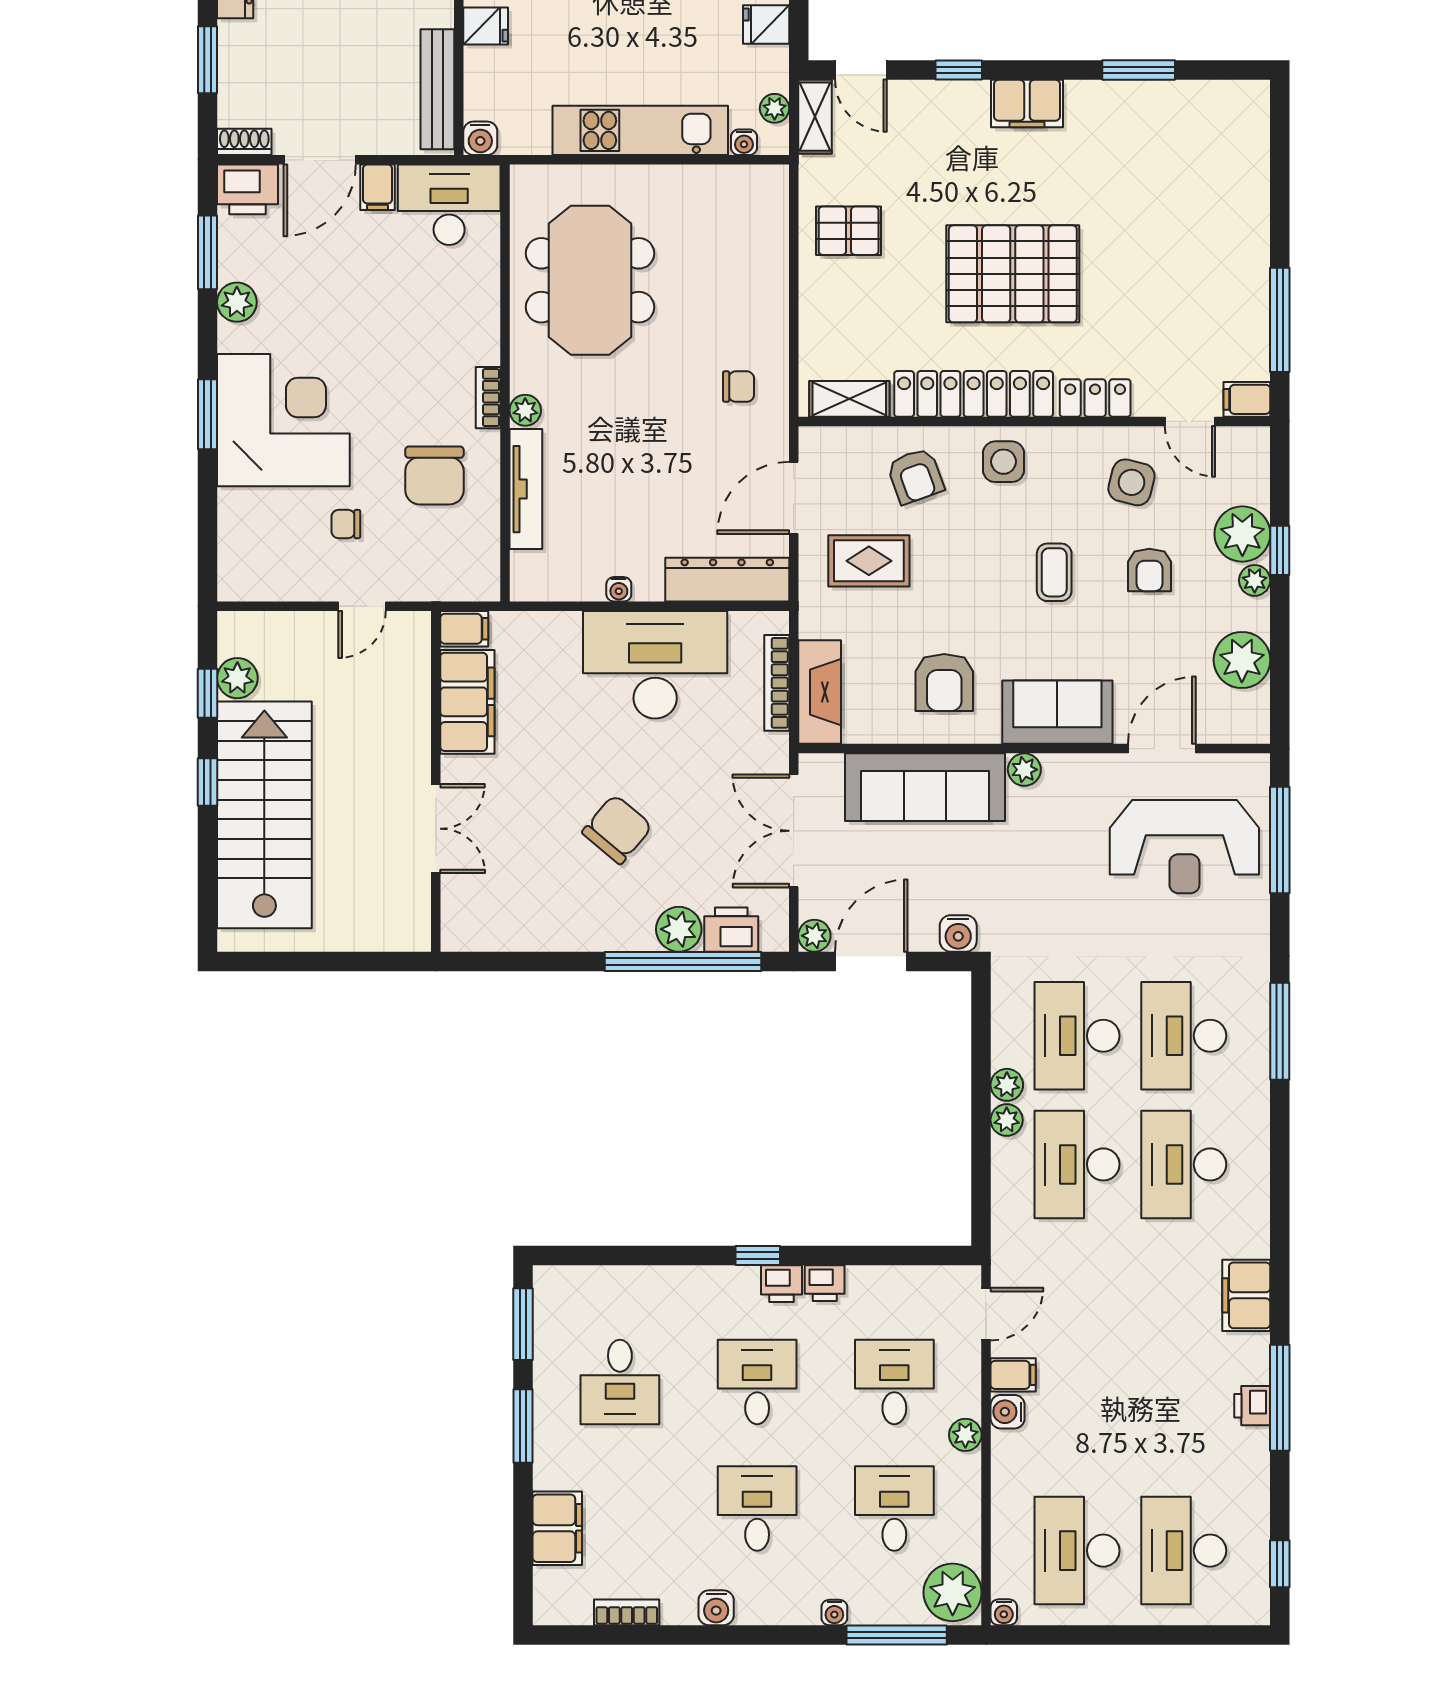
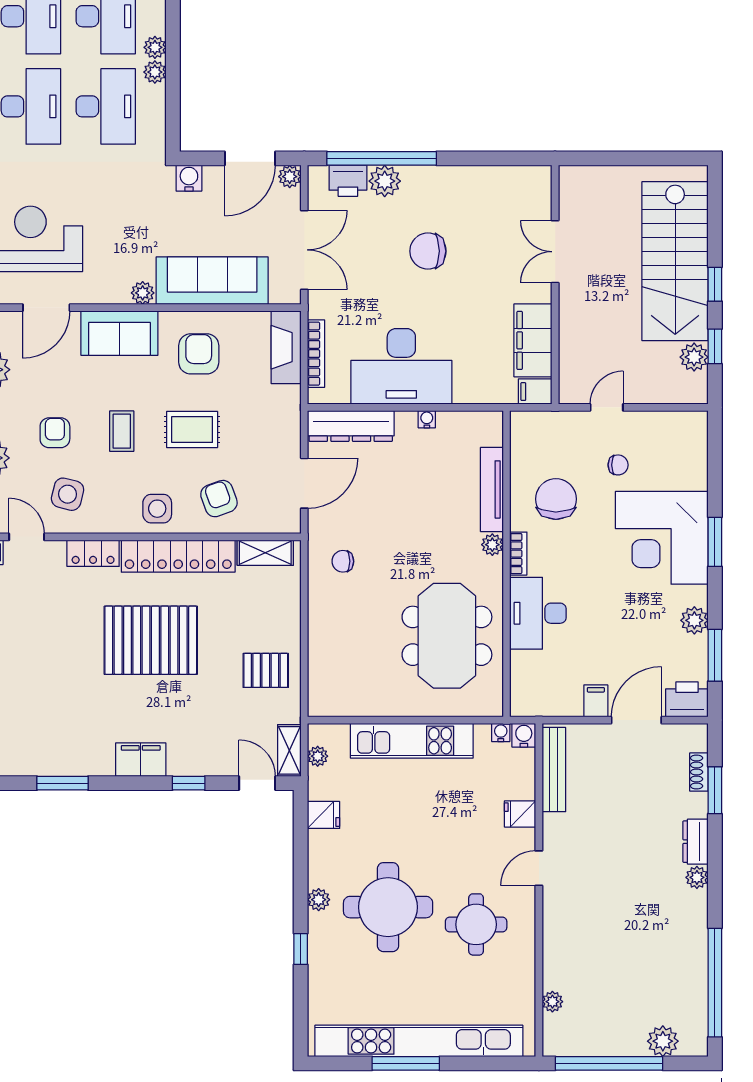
shoe rack: (244, 142) -> (699, 772), moved, turned 90
water cooler: (744, 142) -> (501, 732), moved
desk: (449, 205) -> (538, 613), moved, turned 90
rug: (869, 561) -> (192, 429), moved
chair: (617, 829) -> (428, 251), turned 50

